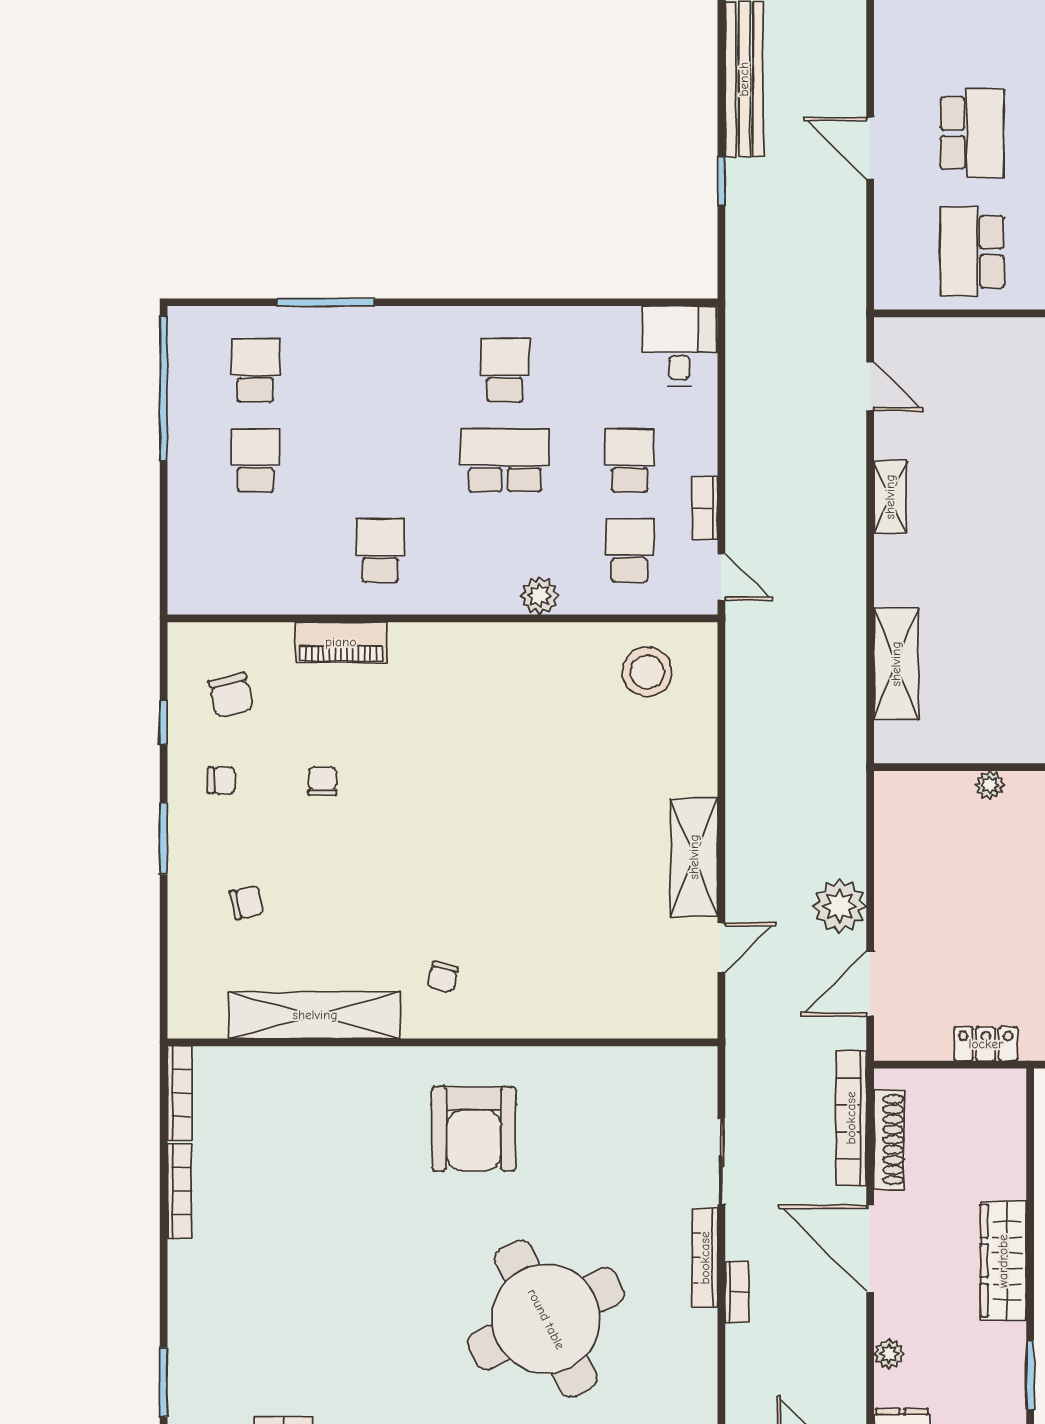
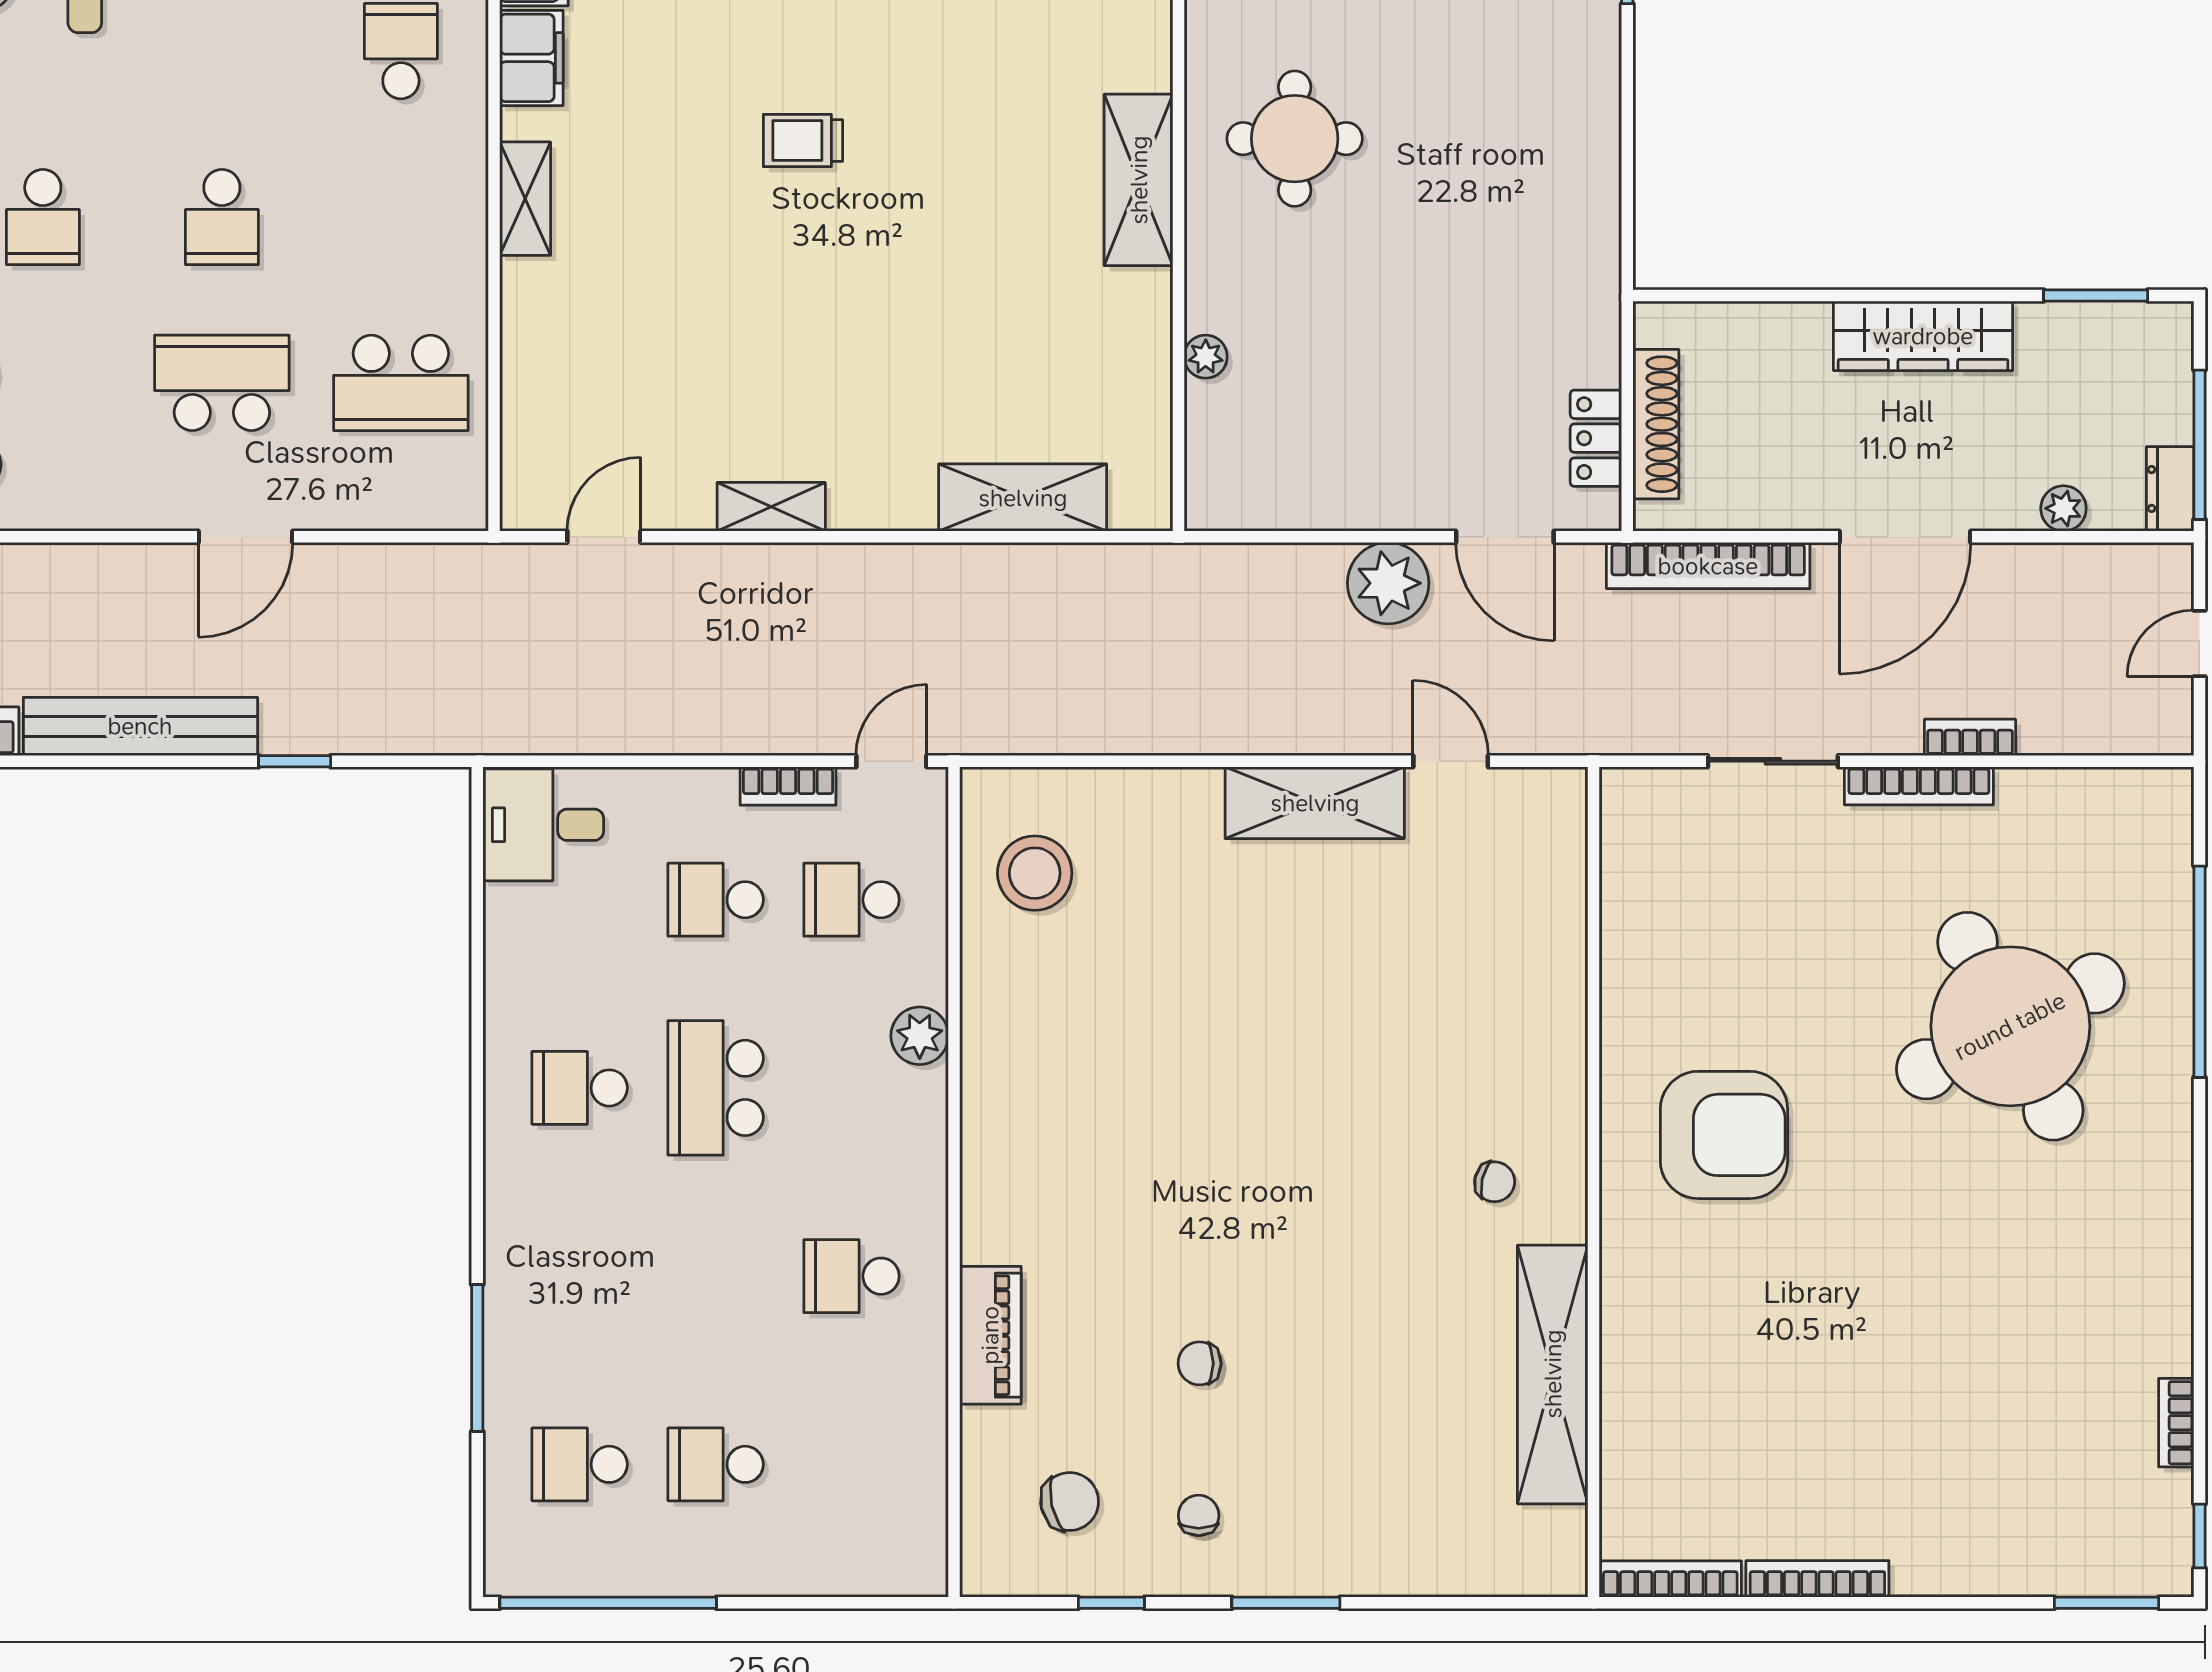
chair: (247, 903) -> (1383, 1477), removed
locker: (986, 1044) -> (1596, 438), moved
shoe rack: (889, 1140) -> (1656, 424), moved, turned 90

